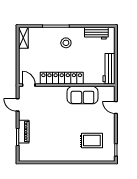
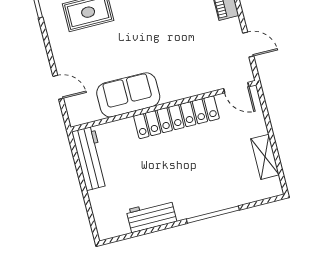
workbench: (96, 33) -> (151, 216), moved
shelving: (23, 38) -> (265, 157), moved
stool: (66, 43) -> (185, 187), removed

